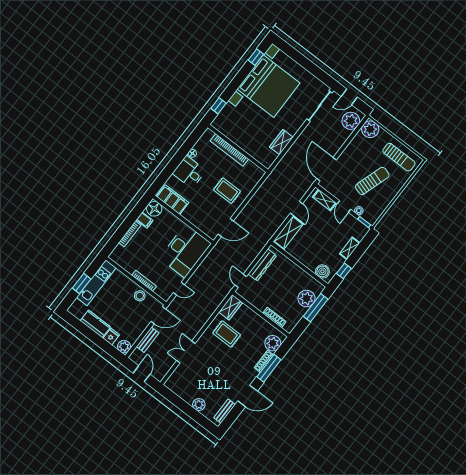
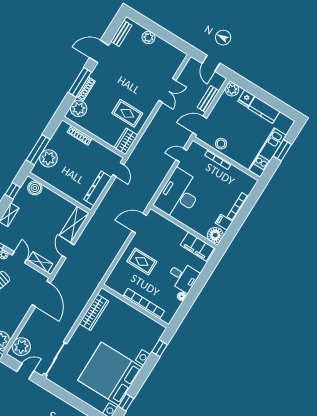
wardrobe: (281, 142) -> (94, 312), width x1.50

